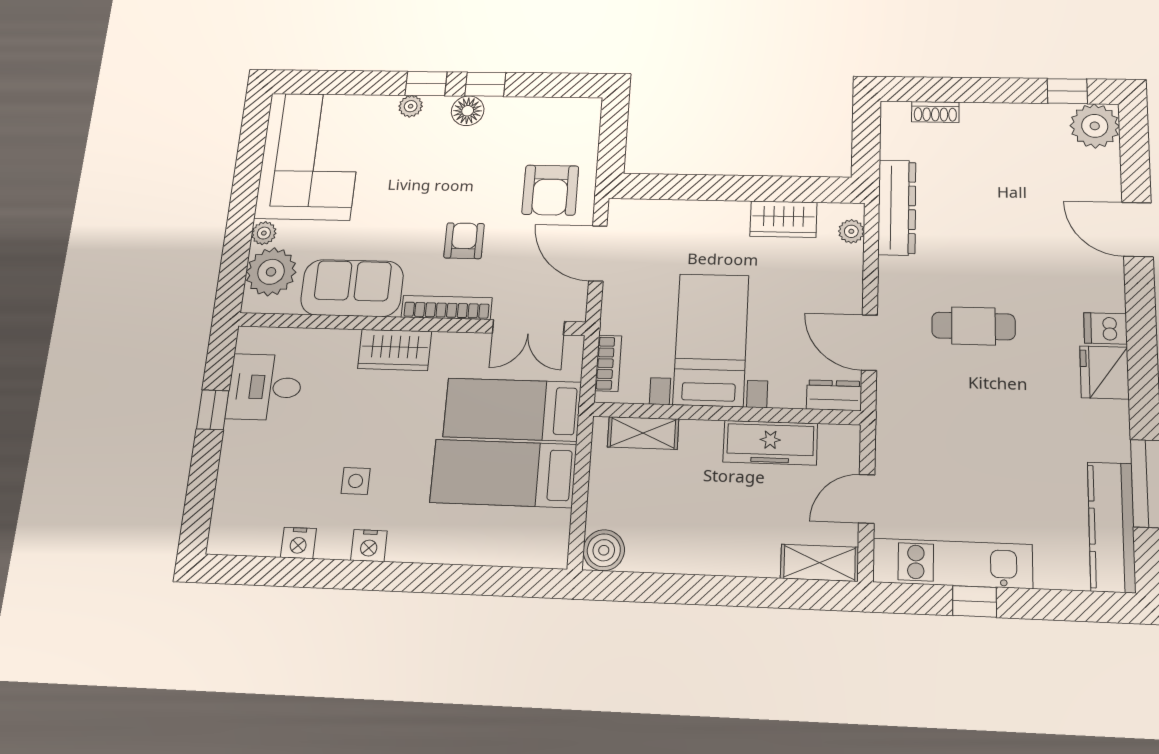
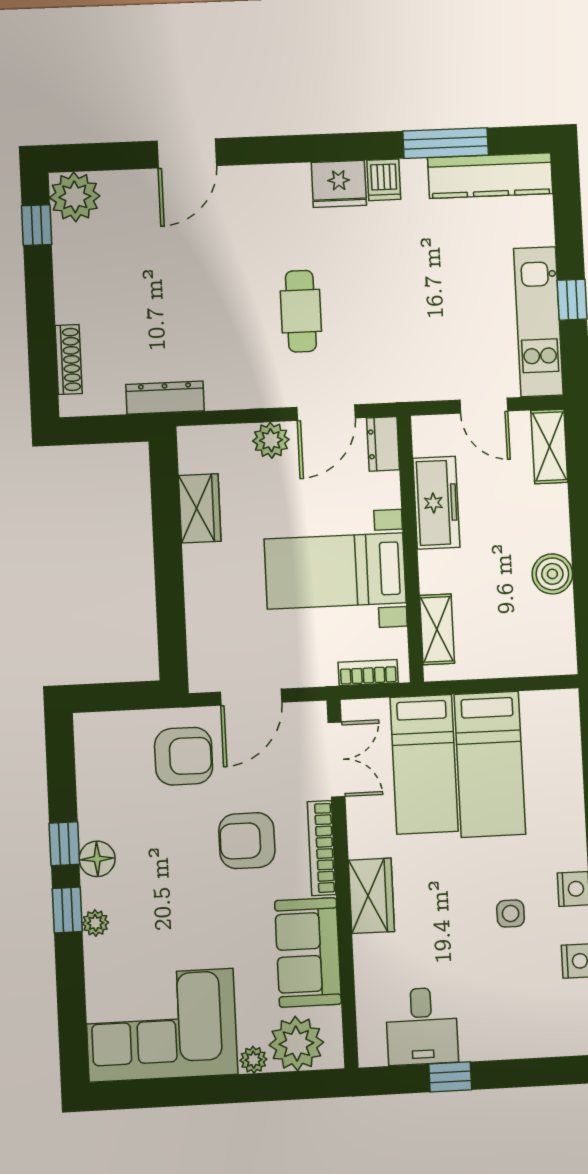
shoe rack: (935, 112) -> (69, 360), width x1.43
dresser: (897, 207) -> (165, 398), width x0.73, depth x0.80
plant: (851, 231) -> (271, 440), moved, width x1.38, depth x1.38
armchair: (464, 241) -> (247, 841), width x1.38, depth x1.38
dishwasher: (1105, 328) -> (384, 180), moved
boiler: (604, 550) -> (552, 574), moved

